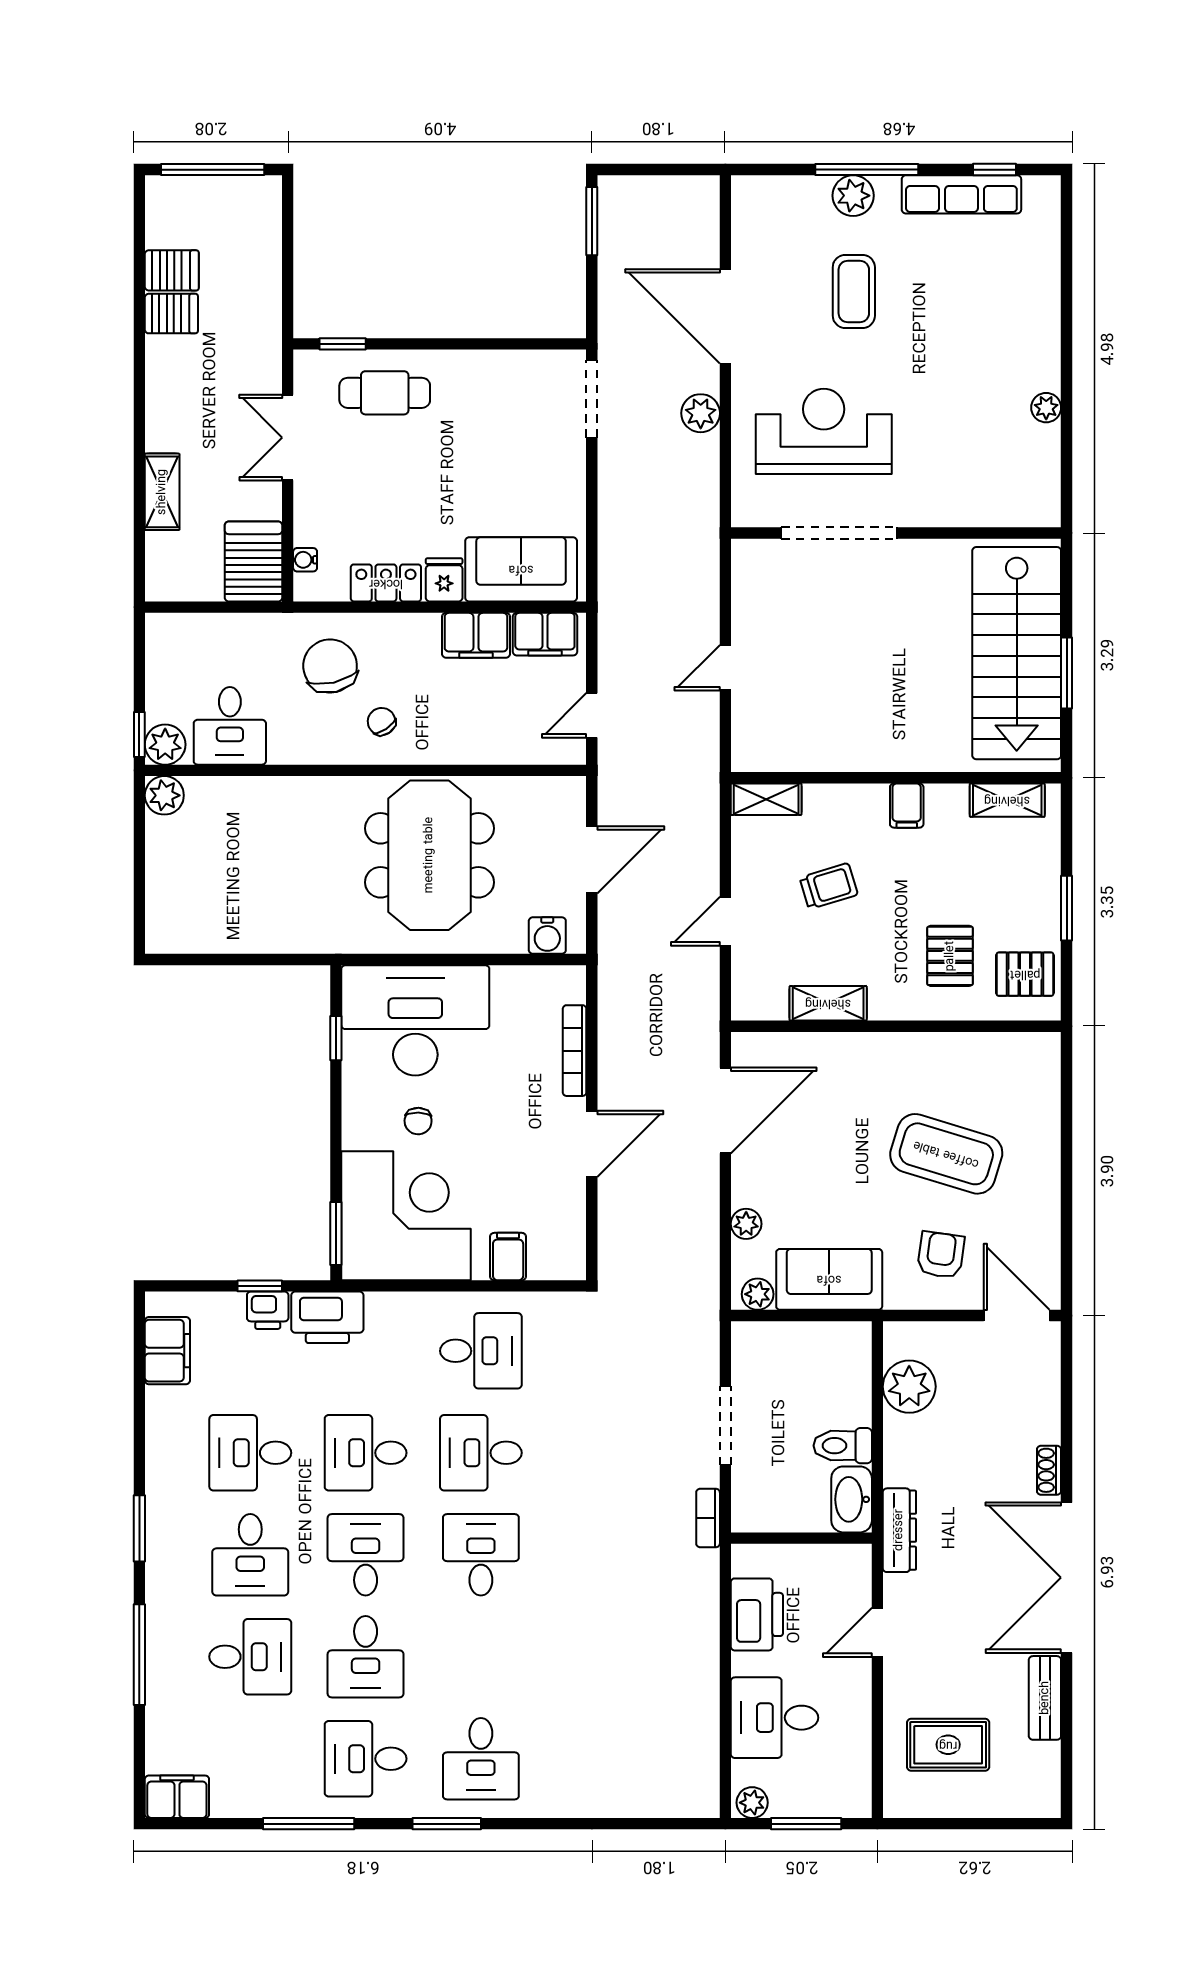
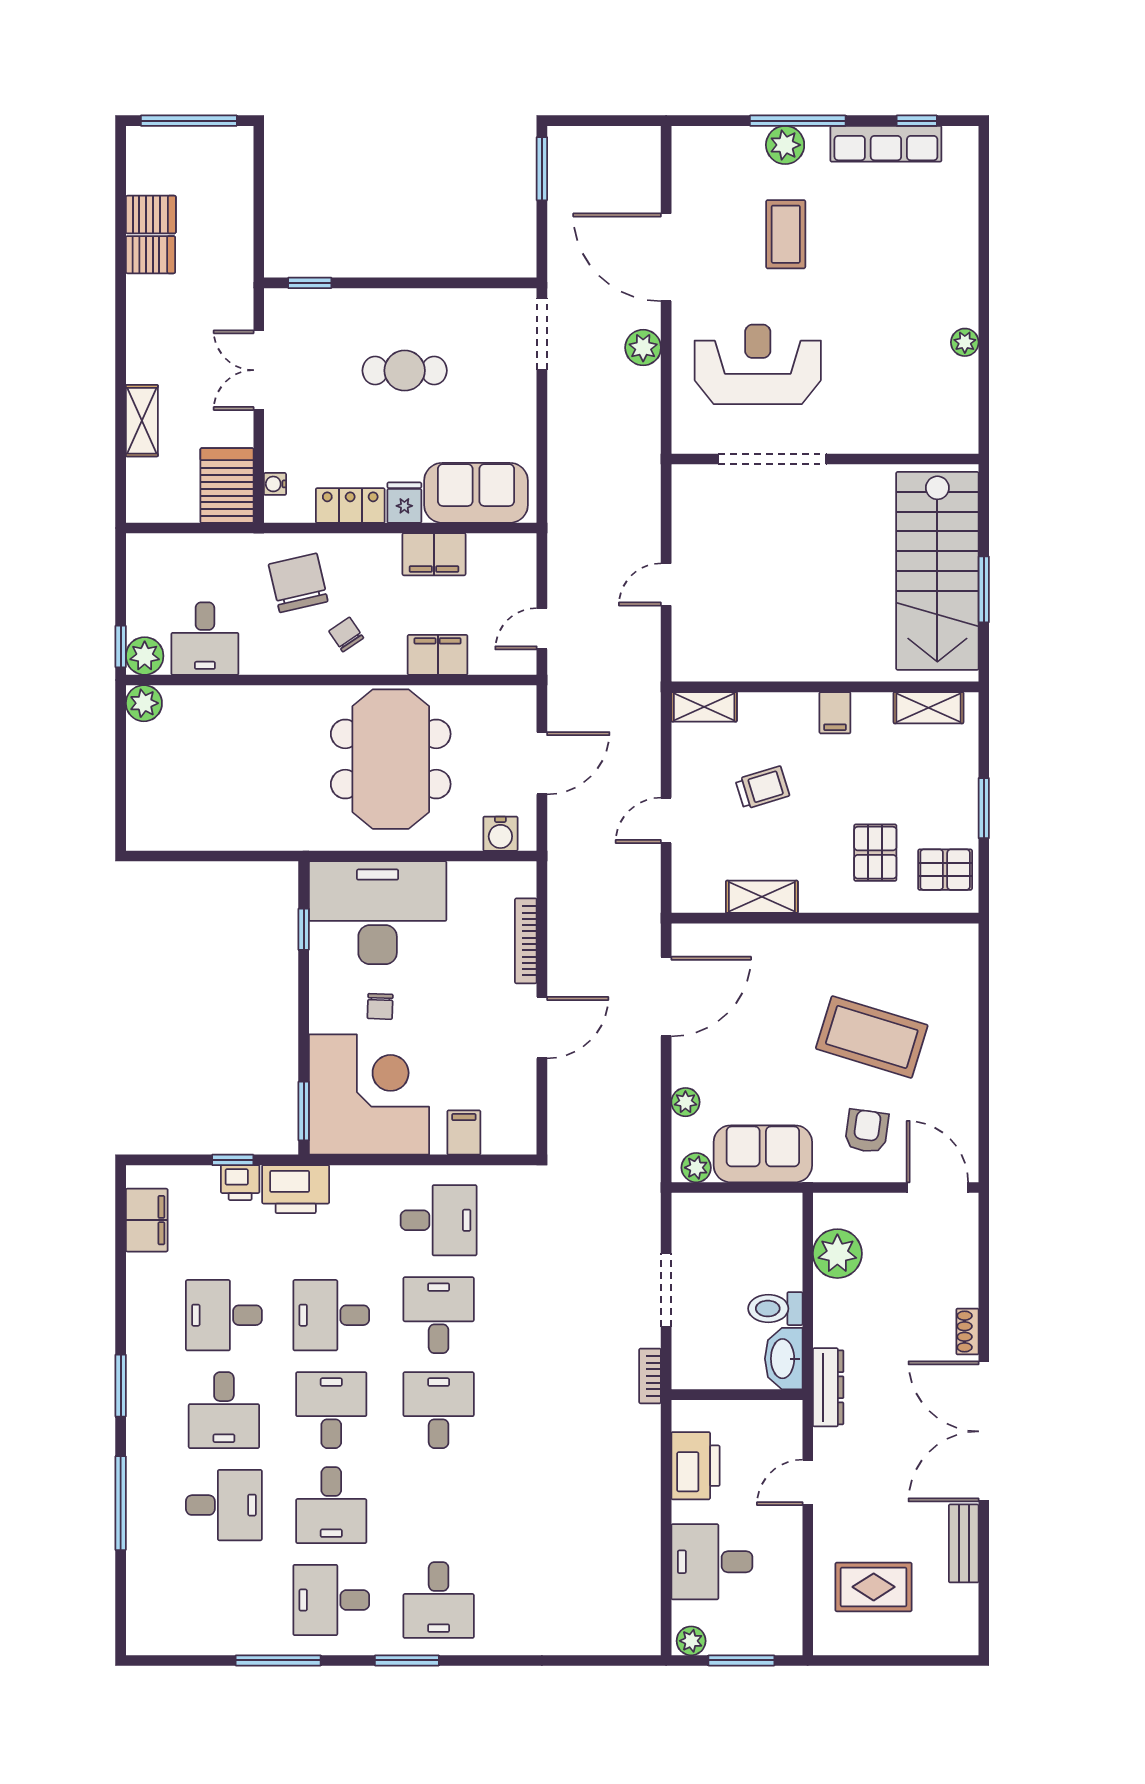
cafe table: (385, 393) -> (405, 371), moved
filing cabinet: (545, 634) -> (438, 655), moved, turned 180
desk: (481, 1453) -> (439, 1315), turned 90
filing cabinet: (177, 1797) -> (156, 1635), removed

